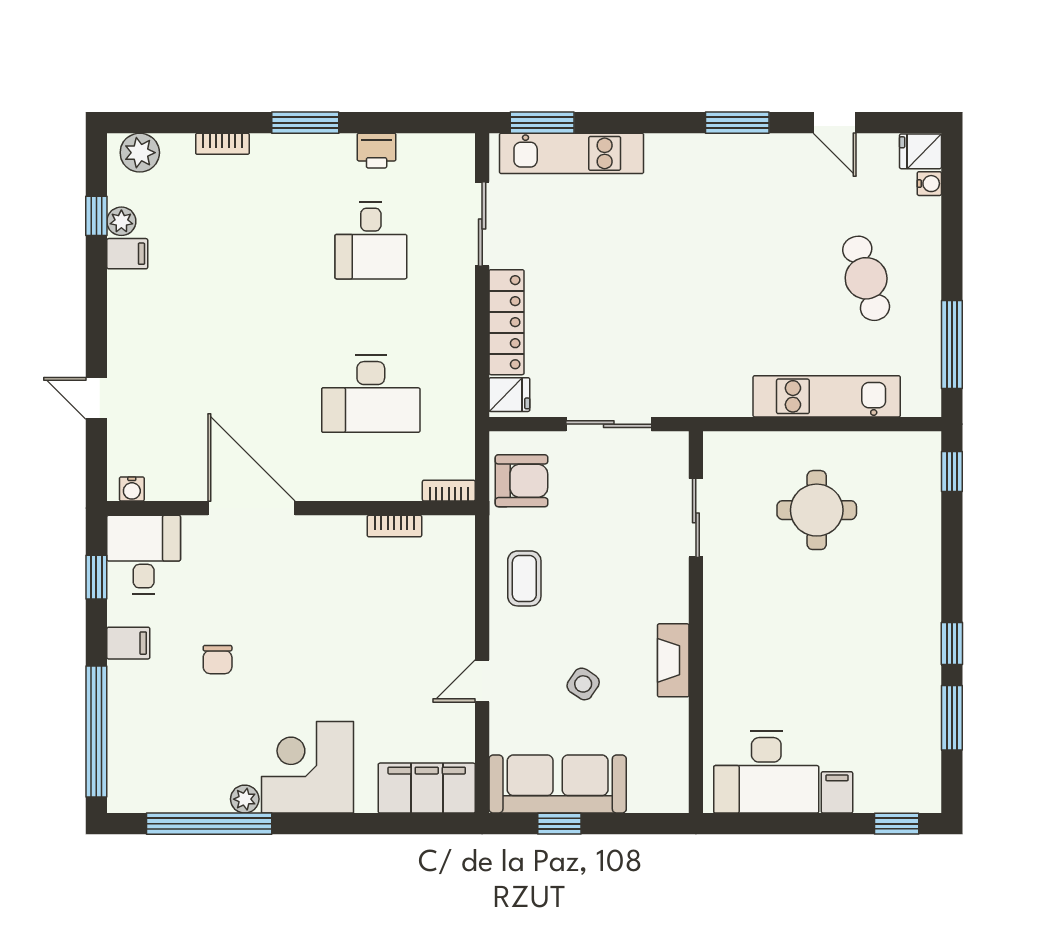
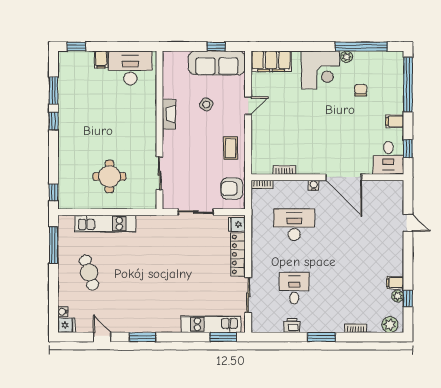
water cooler: (132, 489) -> (314, 185), moved
chair: (218, 660) -> (361, 90), moved

